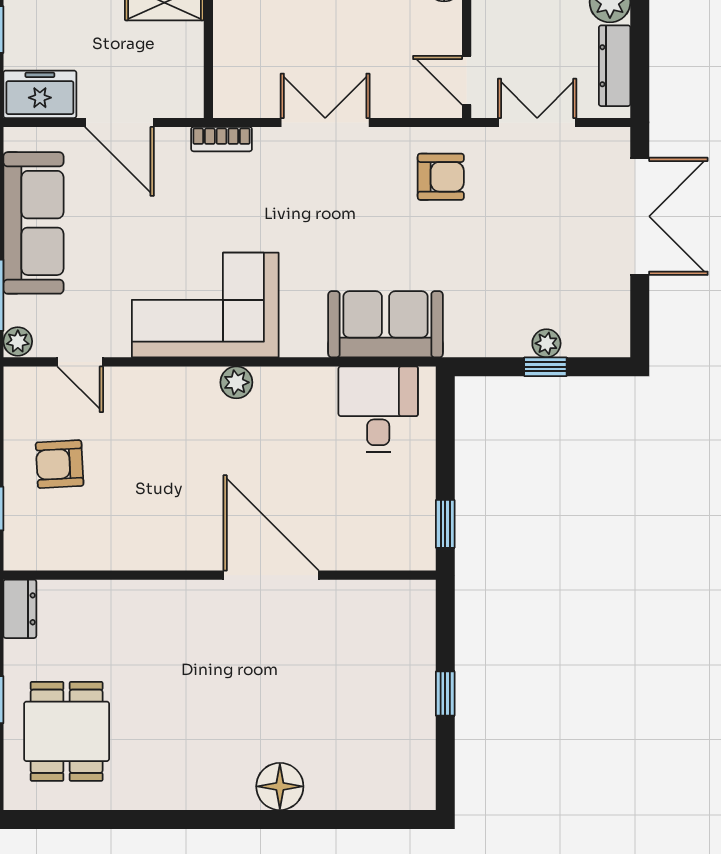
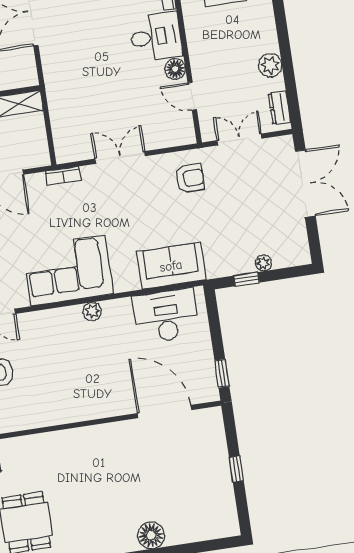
dresser: (615, 66) -> (279, 108), width x0.70
door: (467, 80) -> (192, 96), moved
window: (545, 367) -> (247, 279), moved
desk: (378, 409) -> (166, 316), width x1.37
door: (271, 575) -> (164, 412), moved

